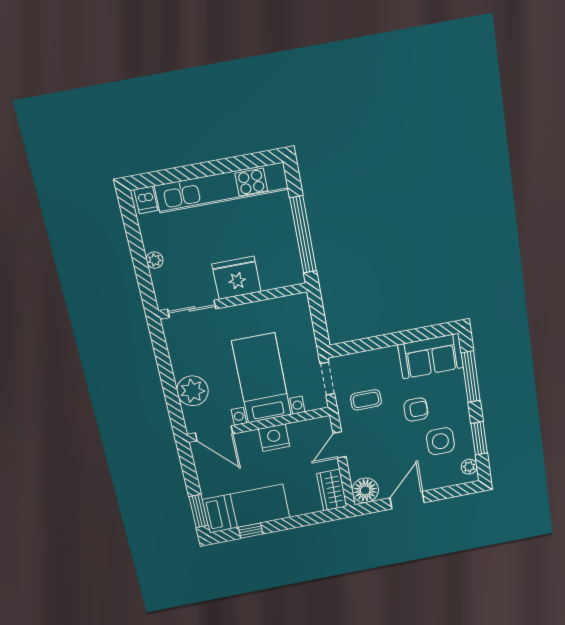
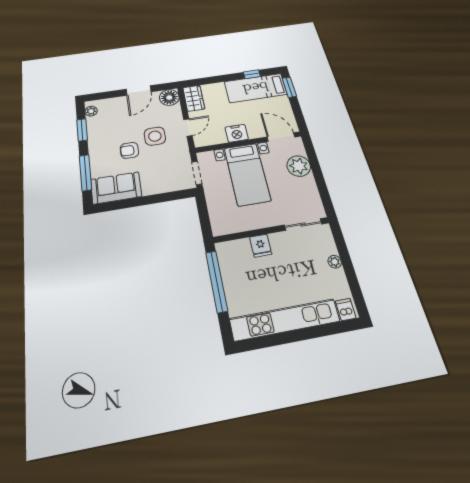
fridge: (237, 278) -> (261, 246), width x0.53, depth x0.75
coffee table: (366, 400) -> (168, 158), removed
side table: (440, 441) -> (155, 136), moved

